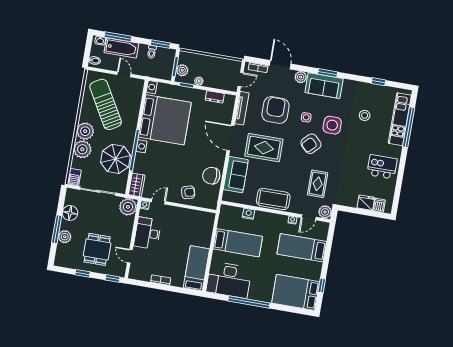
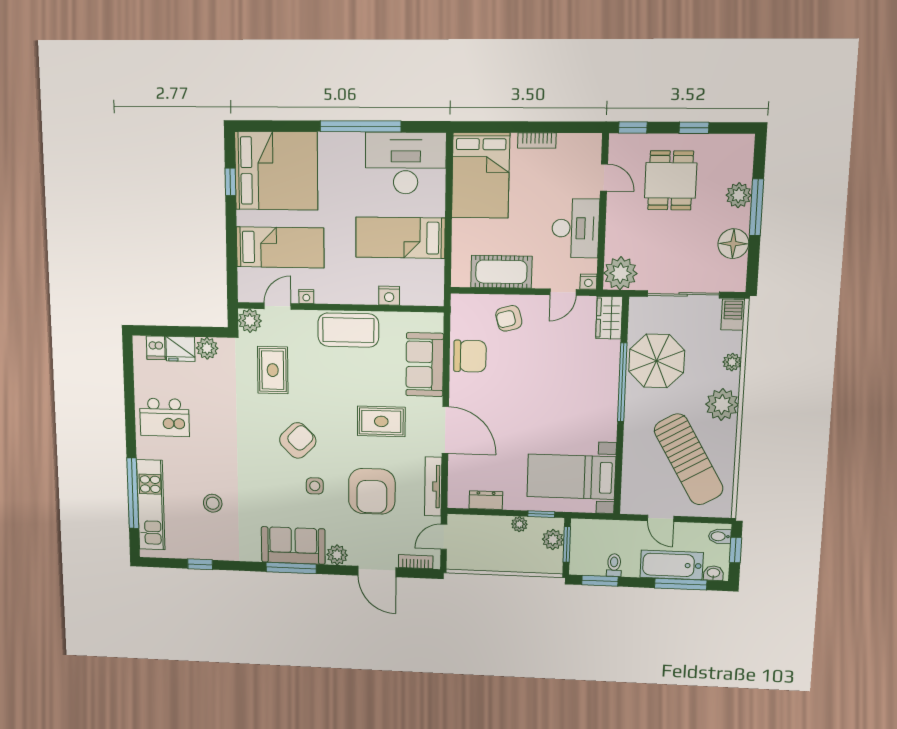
window: (87, 52) -> (735, 550), added
window: (328, 73) -> (291, 568), width x1.44
bed with nightstands: (165, 120) -> (571, 477), width x0.54
side table: (332, 125) -> (266, 479), removed
rug: (264, 148) -> (381, 421), width x0.73, depth x0.70
plant: (82, 149) -> (732, 362), width x0.53, depth x0.53
plant: (351, 201) -> (207, 348), added
cot: (188, 217) -> (501, 272), added
bed: (196, 268) -> (481, 175), width x1.50
bed: (296, 292) -> (276, 171), width x1.36

